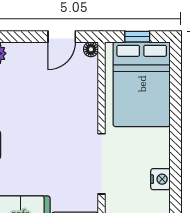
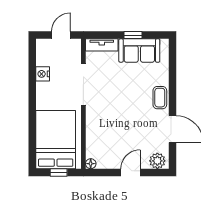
door: (62, 37) -> (131, 172), moved

